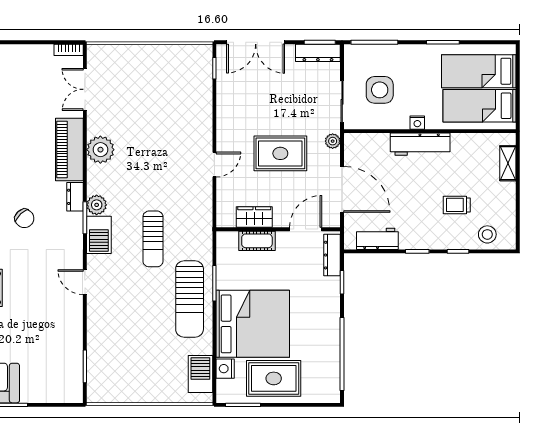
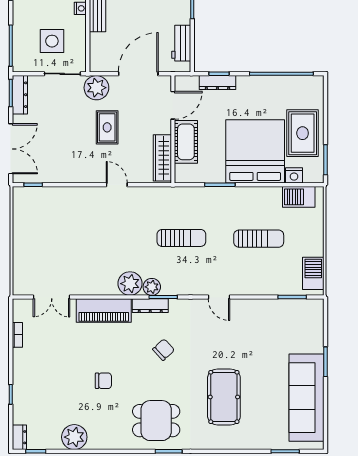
bookcase: (69, 50) -> (17, 335), moved
plant: (333, 141) -> (96, 88), width x1.88, depth x1.88
plant: (100, 150) -> (130, 284), moved
rug: (280, 153) -> (107, 127), width x0.73, depth x0.70
dresser: (75, 197) -> (150, 306), width x1.44
wardrobe: (254, 217) -> (162, 158), width x1.50
door: (306, 229) -> (173, 105), swing flipped
barbecue: (99, 235) -> (313, 273), moved, turned -90
cot: (257, 241) -> (186, 142), width x1.37, depth x1.34
dresser: (332, 255) -> (217, 83), moved
door: (85, 282) -> (219, 297), hinge flipped
sun lounger: (190, 299) -> (259, 239), moved, width x0.73, depth x0.75

